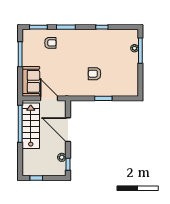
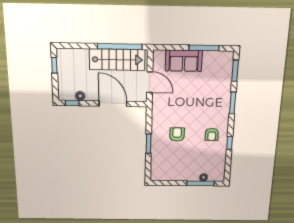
armchair: (50, 43) -> (212, 134), moved
sofa: (31, 81) -> (184, 61), moved
door: (49, 98) -> (150, 82), hinge flipped
door: (68, 130) -> (113, 104), hinge flipped

